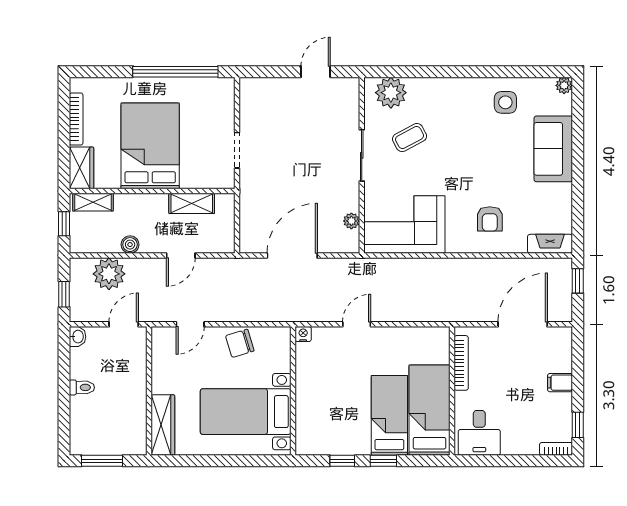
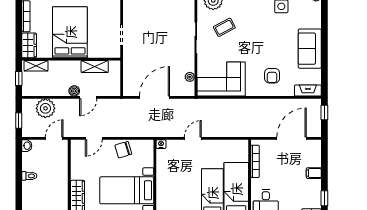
sofa: (553, 149) -> (310, 49), moved
boiler: (130, 245) -> (74, 91), moved

